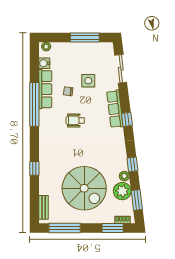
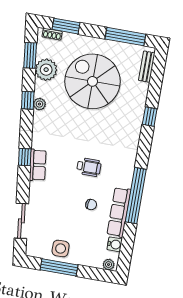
side table: (88, 81) -> (61, 248), moved
row of seats: (115, 109) -> (38, 165), width x0.68
plant: (124, 176) -> (39, 104), moved

